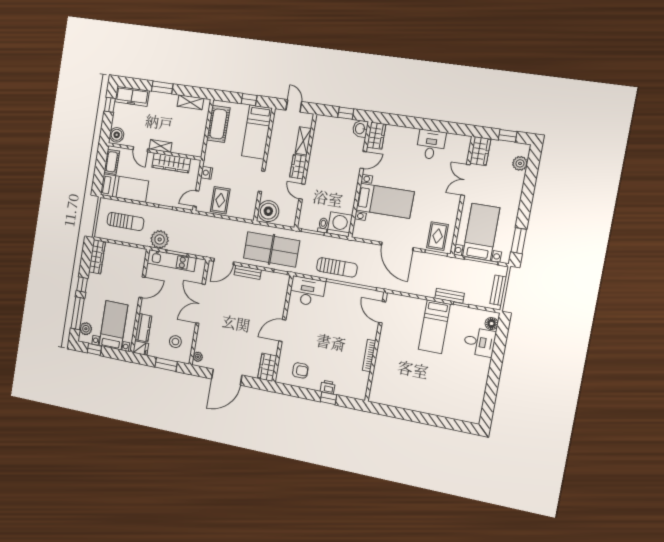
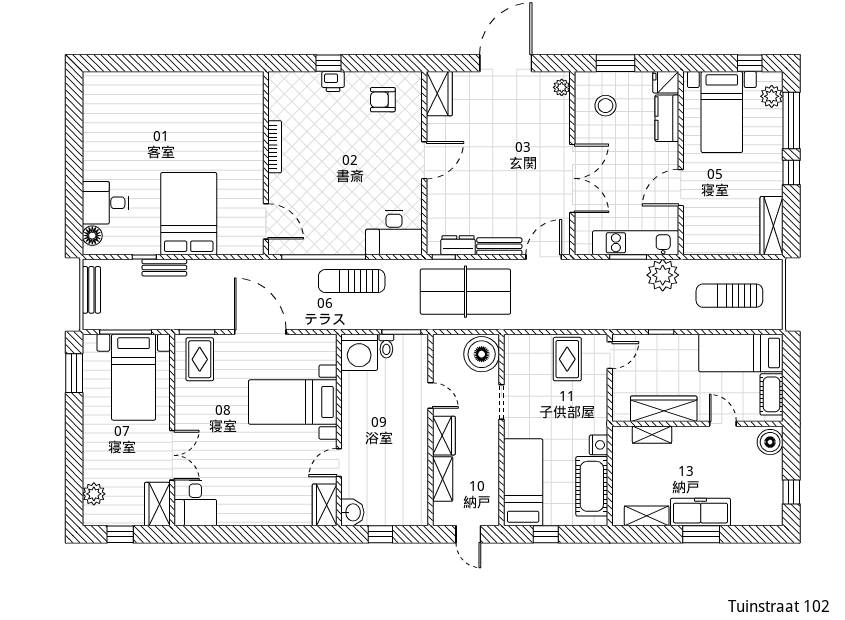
freezer: (132, 96) -> (701, 512), moved
desk: (431, 145) -> (195, 503), moved
shelving: (160, 146) -> (652, 435), moved
nightstand: (207, 173) -> (599, 445), moved
dresser: (271, 277) -> (458, 245), added
bed: (434, 327) -> (189, 214), width x1.50

